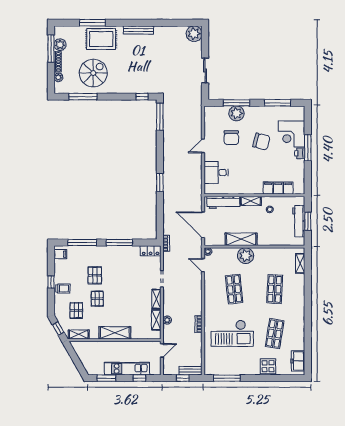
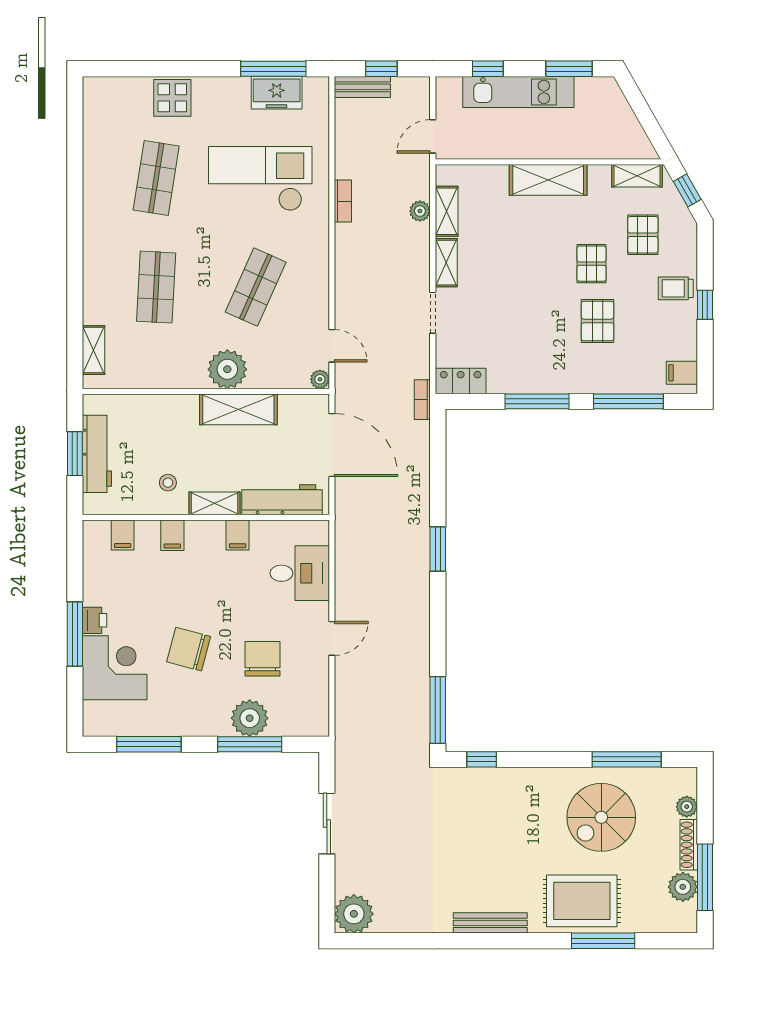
filing cabinet: (278, 188) -> (238, 535), moved
shop shelf: (234, 289) -> (256, 287), turned 30
freezer: (298, 361) -> (277, 93), moved, turned 90

